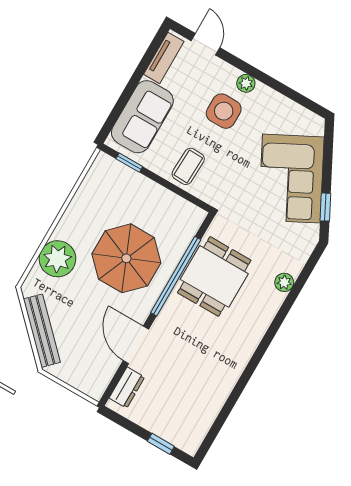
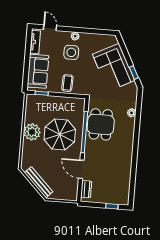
plant: (57, 259) -> (32, 132), moved

